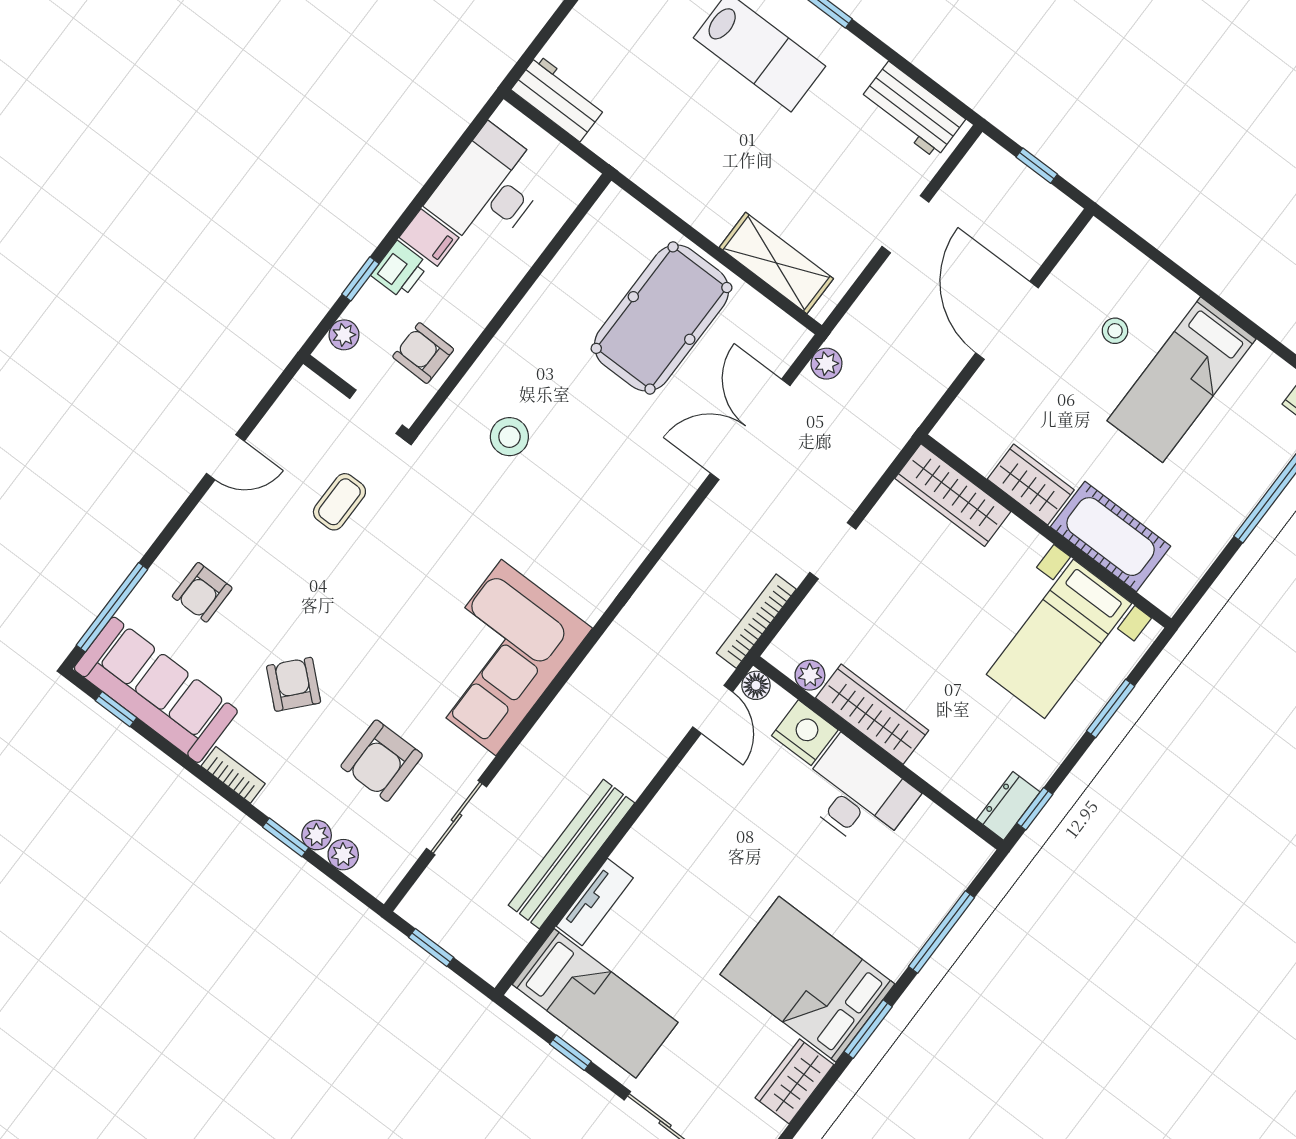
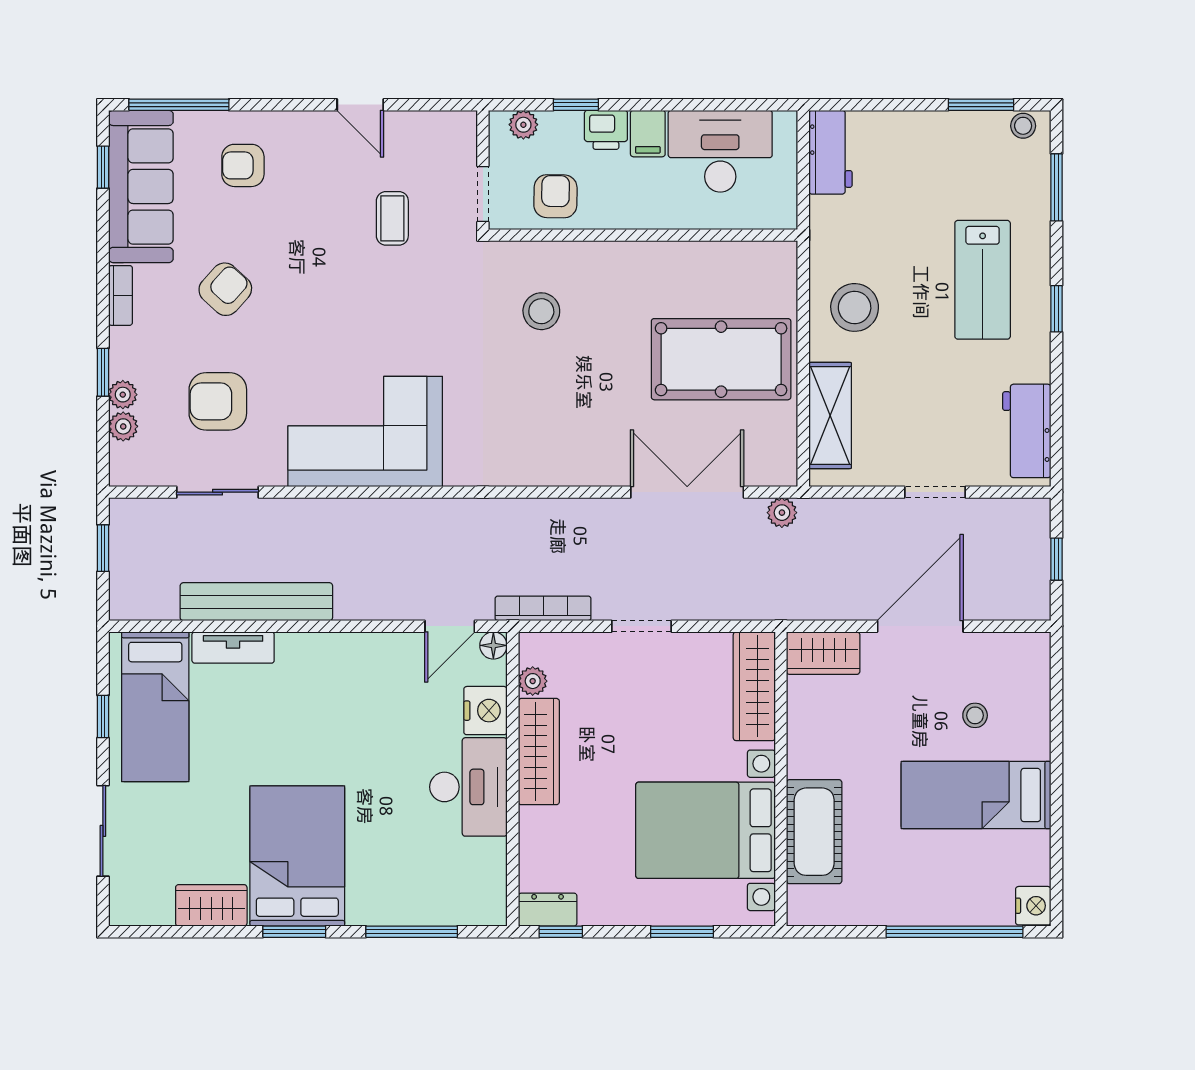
stool: (702, 175) -> (855, 307), added
wardrobe: (1031, 485) -> (823, 653), moved, turned 90
coffee table: (339, 502) -> (392, 218), turned 90
bed with nightstands: (1059, 639) -> (705, 830), width x1.36

